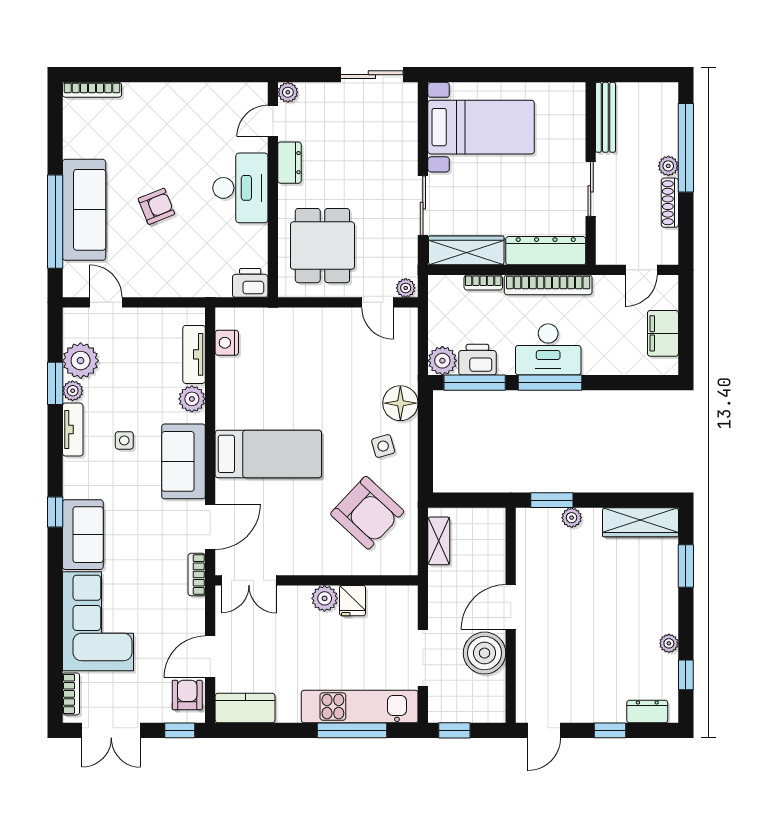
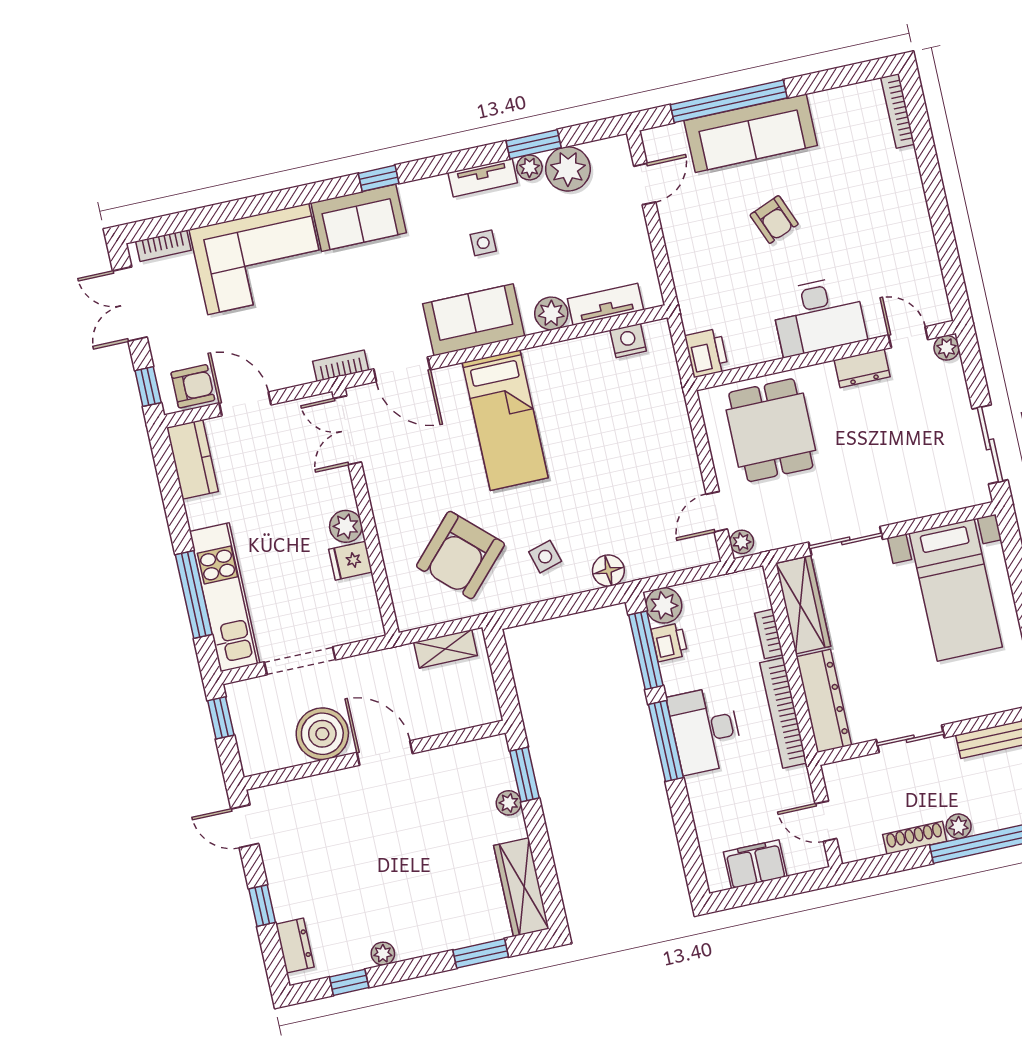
dining table: (322, 246) -> (771, 430), turned 90
printer: (477, 360) -> (669, 642), width x0.73, depth x0.81
floor lamp: (400, 403) -> (608, 571), width x0.73, depth x0.73

